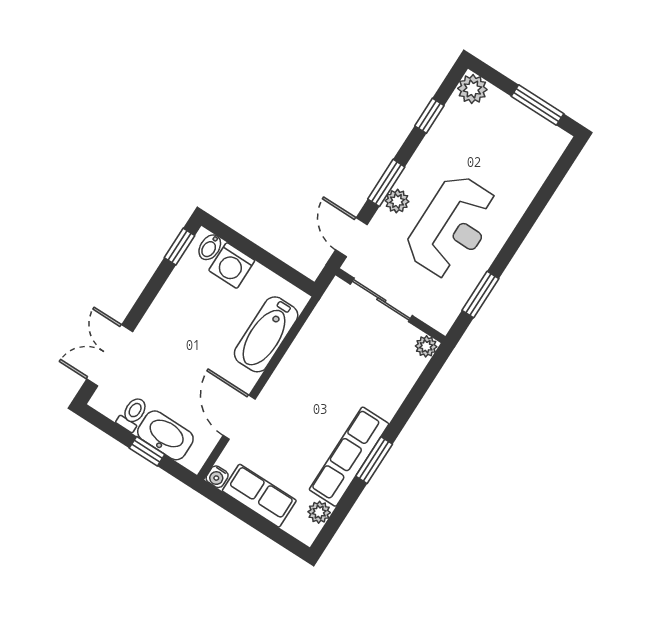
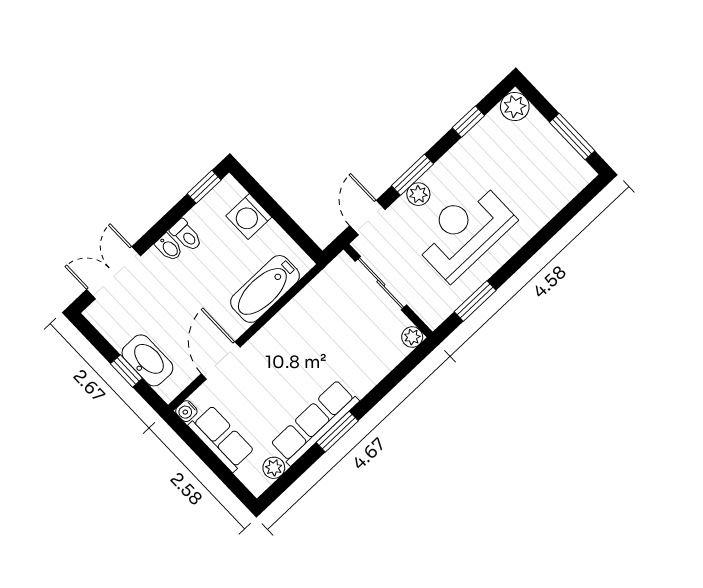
reception desk: (452, 227) -> (464, 231), turned 180
bidet: (210, 247) -> (169, 247), moved, turned -90
toilet: (133, 414) -> (186, 235), moved, turned 90

